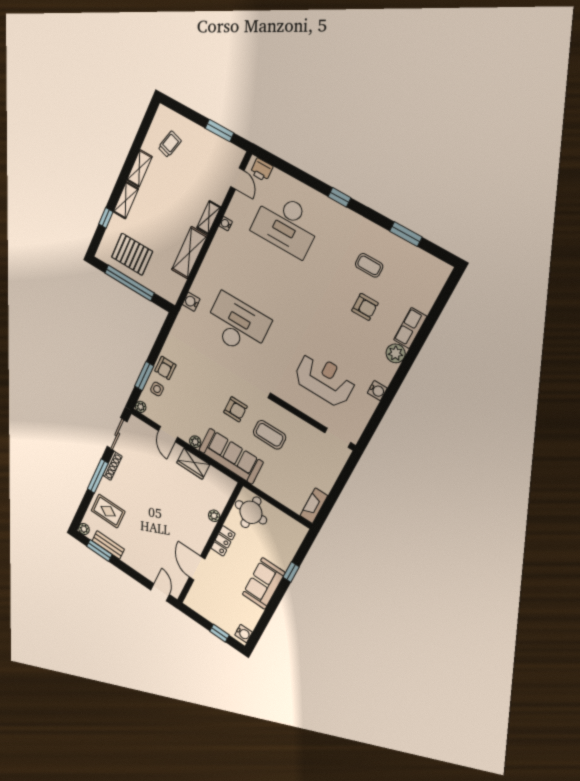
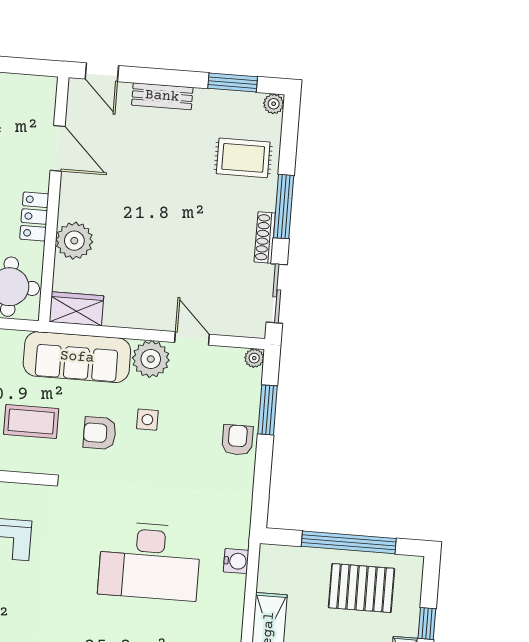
side table: (157, 389) -> (147, 420), moved
plant: (195, 442) -> (151, 359), width x1.88, depth x1.88
wardrobe: (193, 464) -> (76, 309), moved
plant: (214, 516) -> (74, 241), width x1.88, depth x1.88
bench: (108, 545) -> (162, 96), moved

